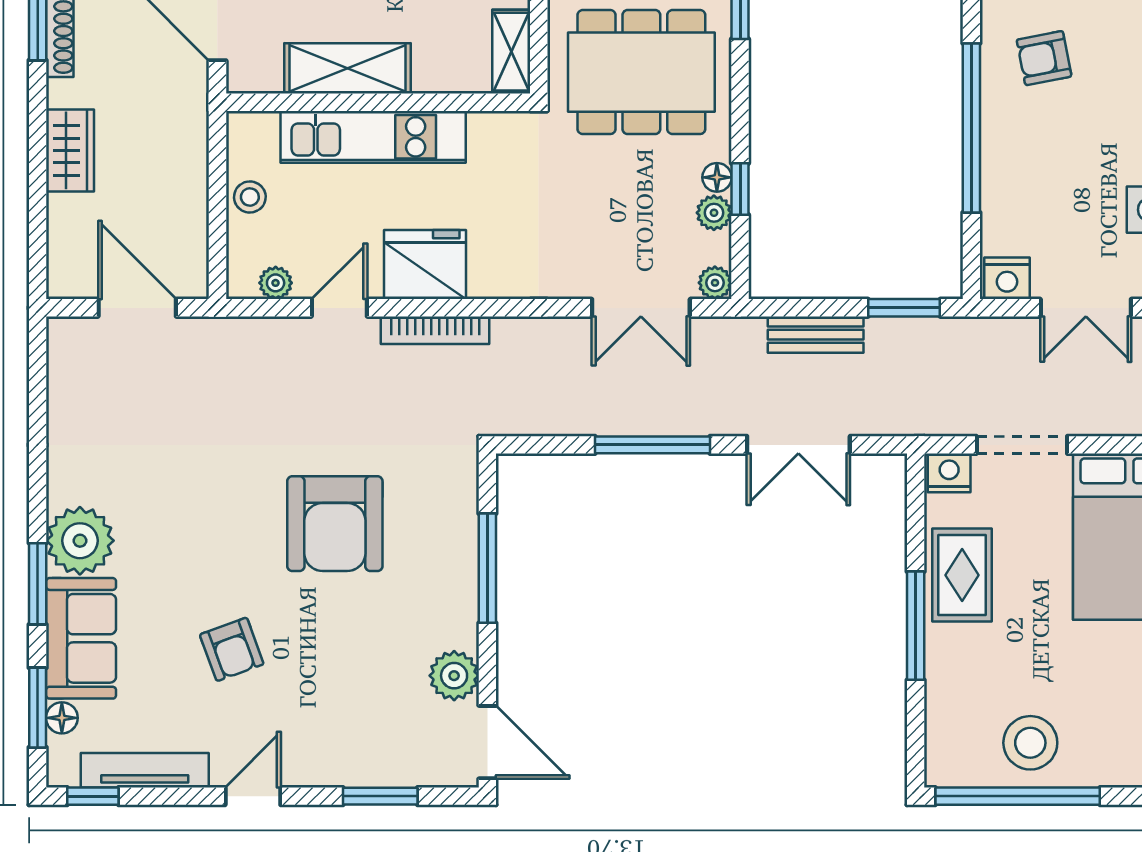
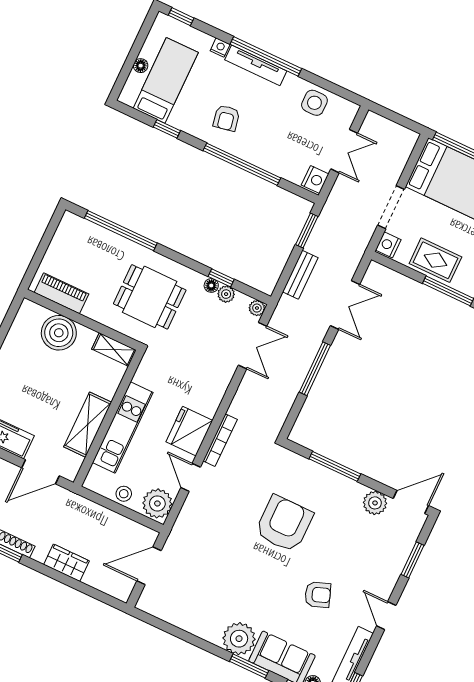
dining table: (641, 72) -> (150, 297), width x0.73
plant: (276, 283) -> (157, 503), width x1.87, depth x1.87
armchair: (335, 524) -> (284, 524), turned -90

